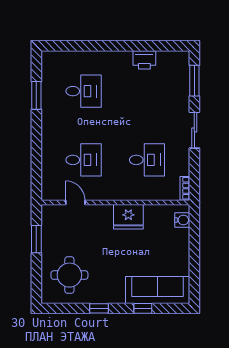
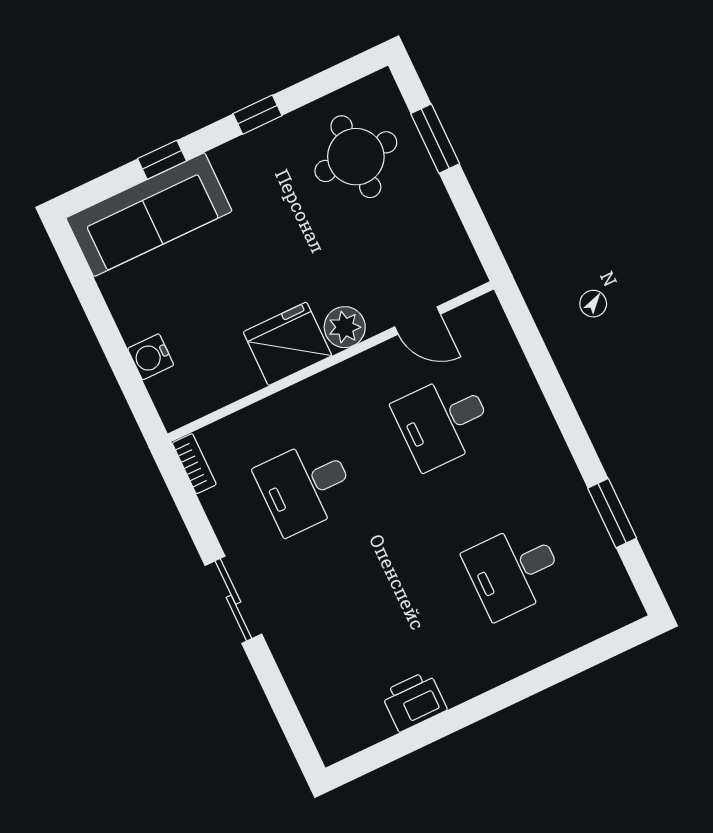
window: (194, 81) -> (284, 707), removed
plant: (104, 213) -> (345, 327), added
water cooler: (182, 220) -> (151, 357), moved
window: (36, 239) -> (435, 139), moved

